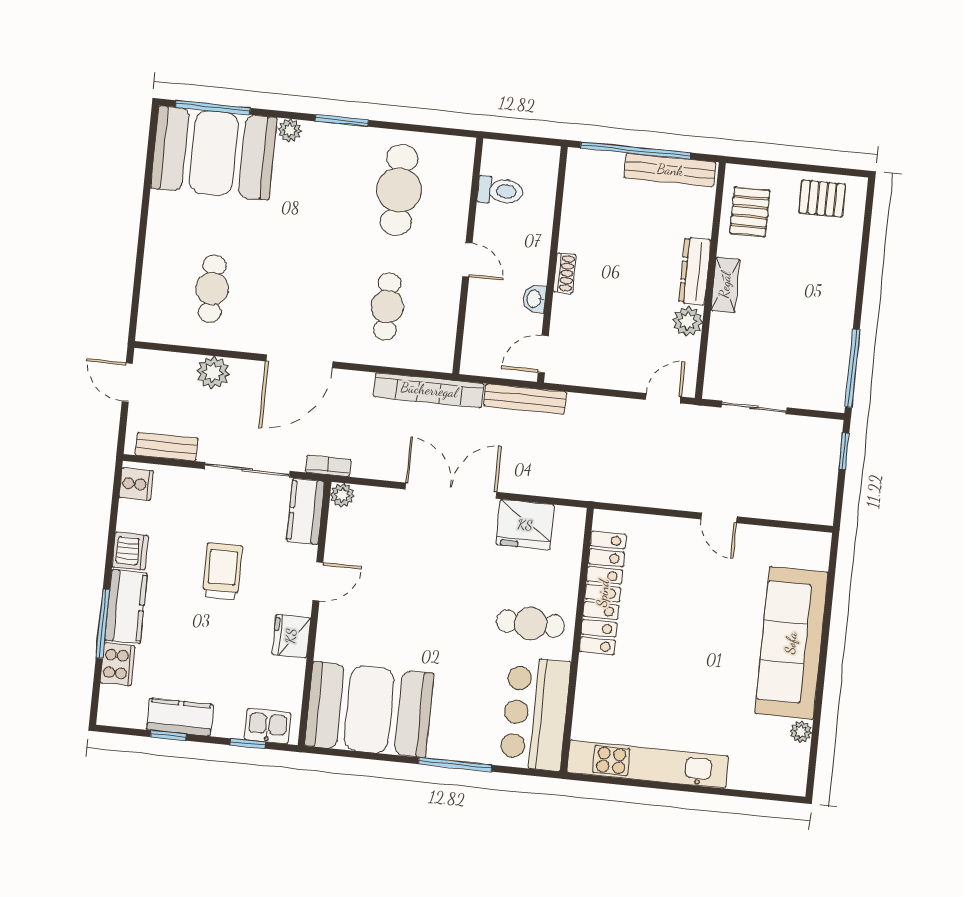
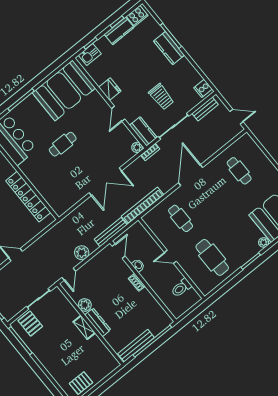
pallet: (750, 212) -> (30, 324), moved
plant: (213, 372) -> (82, 253), moved
fridge: (525, 525) -> (73, 194), removed
dishwasher: (130, 551) -> (185, 66), removed
trolley: (222, 571) -> (161, 97), moved
cafe table: (531, 624) -> (63, 144), moved
cooker: (118, 664) -> (137, 16), moved, turned -90

